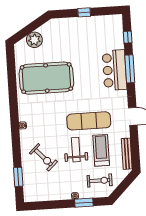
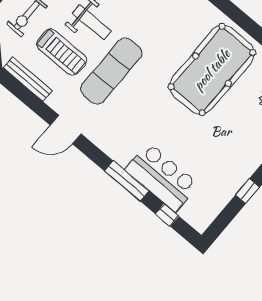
bar counter: (115, 70) -> (162, 177), moved

